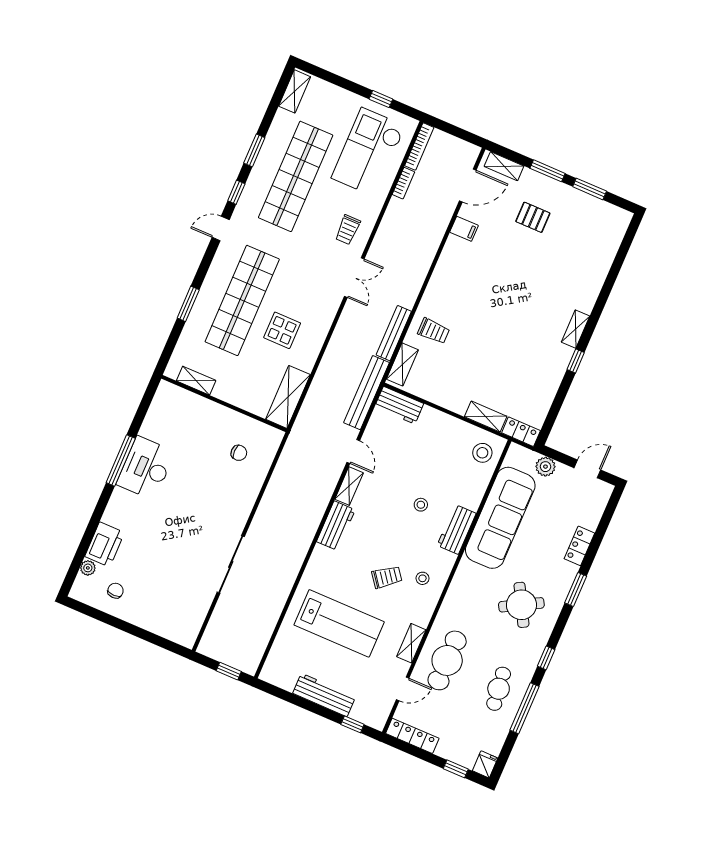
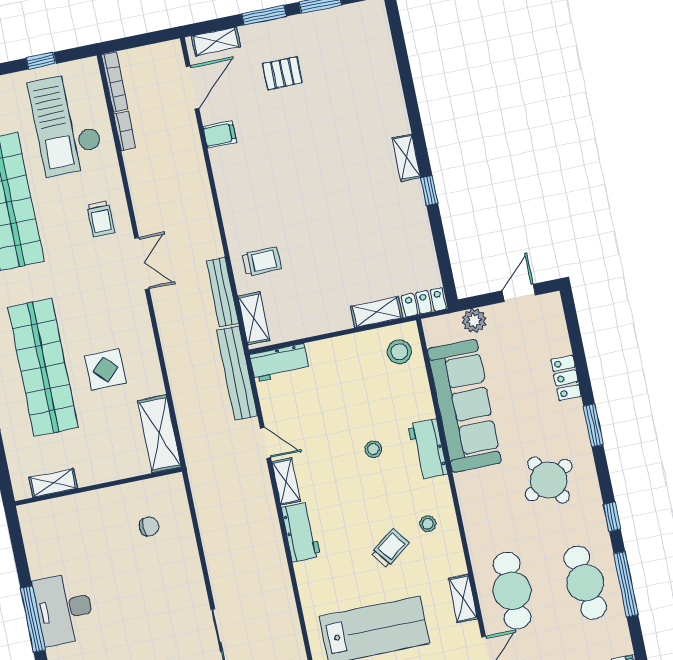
cafe table: (499, 689) -> (585, 583), width x1.37, depth x1.35

